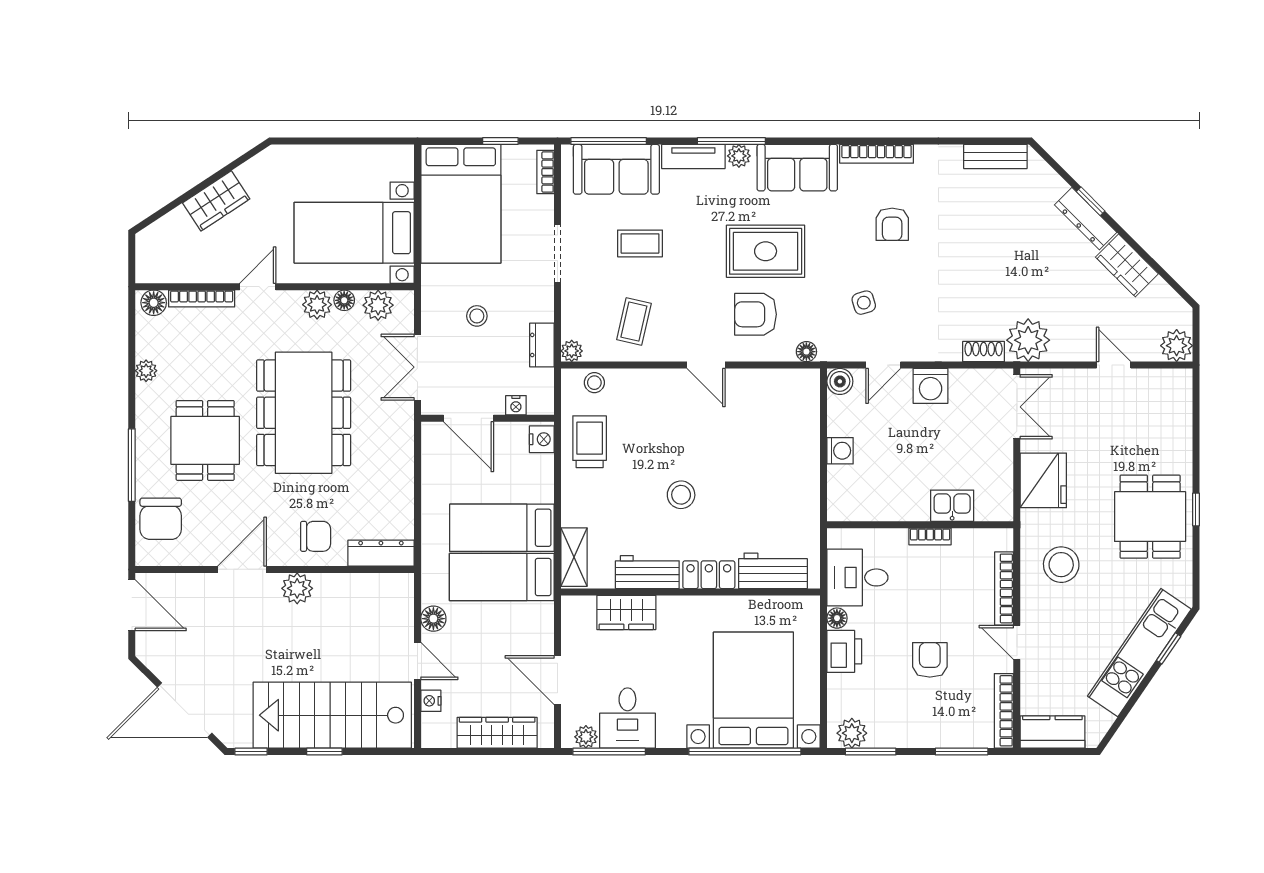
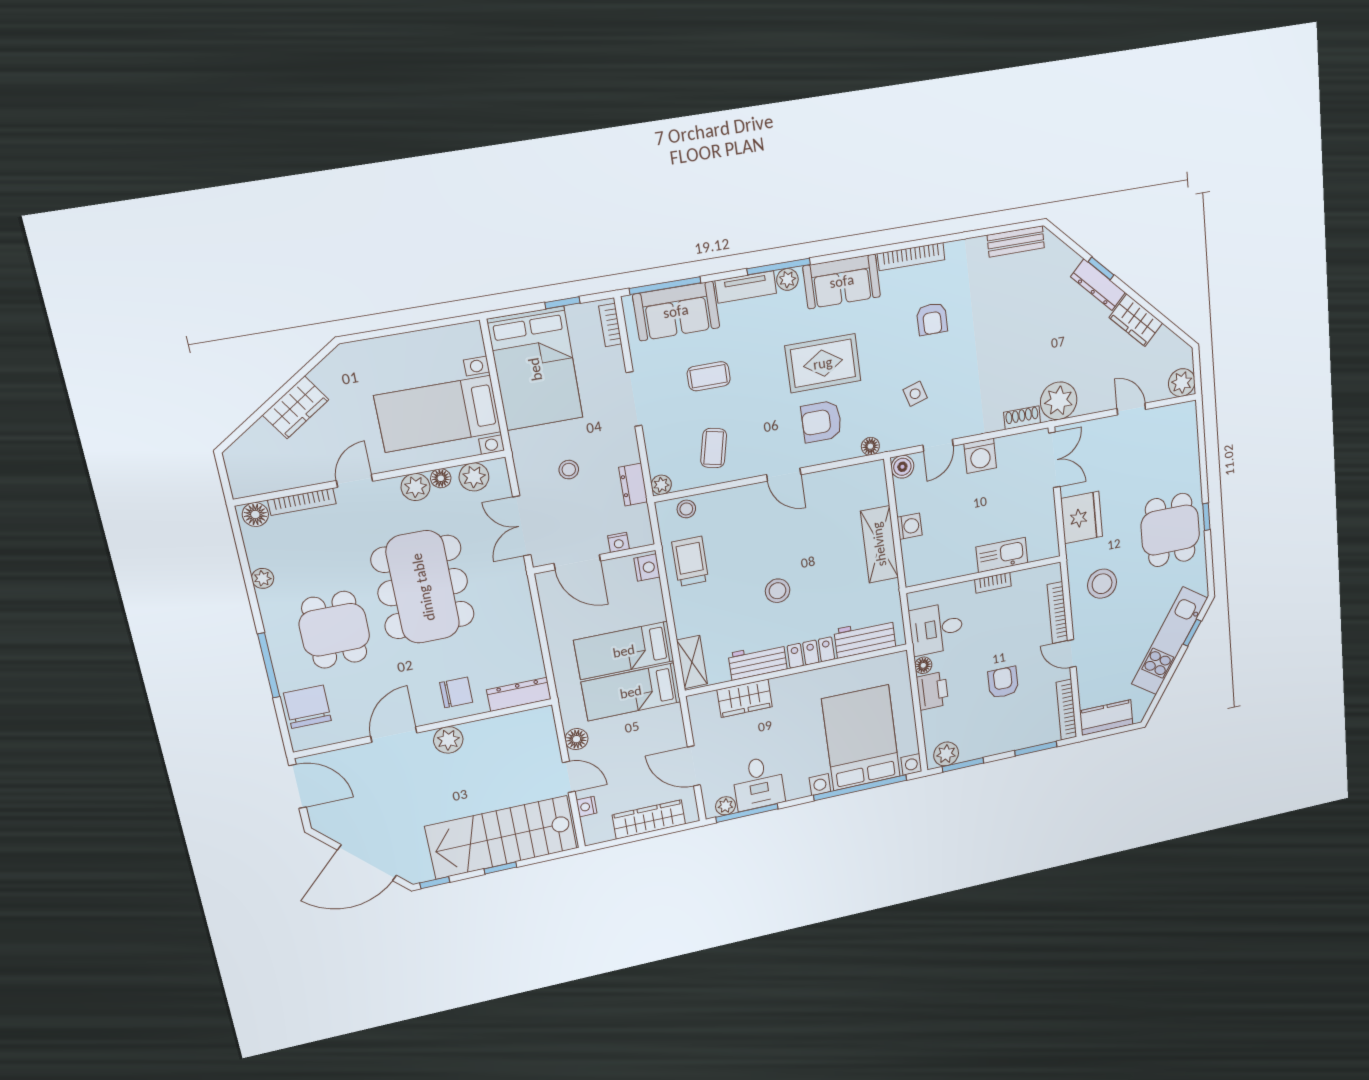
shelving: (803, 465) -> (879, 544), added
kitchen sink: (952, 506) -> (1002, 555), width x1.38
chair: (161, 519) -> (308, 707), turned 180

